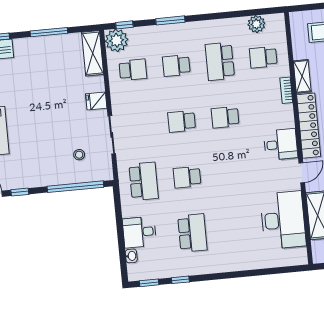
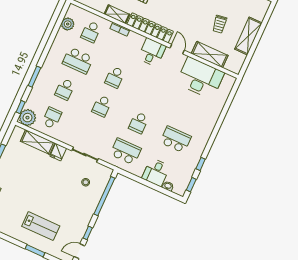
shelving: (93, 53) -> (38, 142), moved

